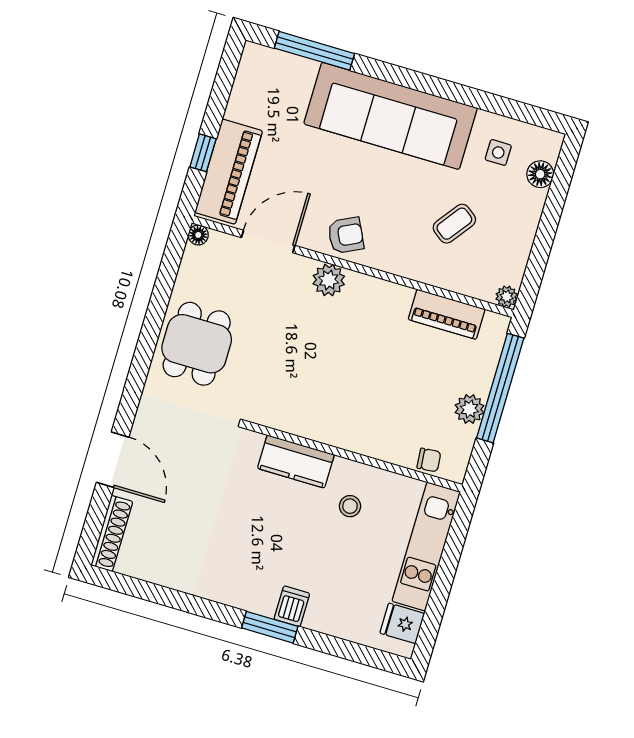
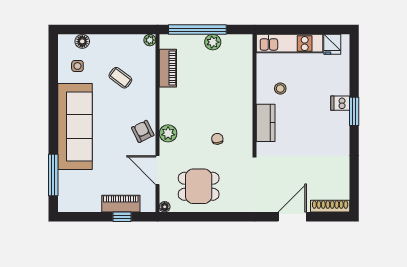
piano: (229, 172) -> (121, 204), width x0.73, depth x0.75
dining table: (197, 344) -> (199, 186), moved
chair: (429, 460) -> (217, 139), moved

